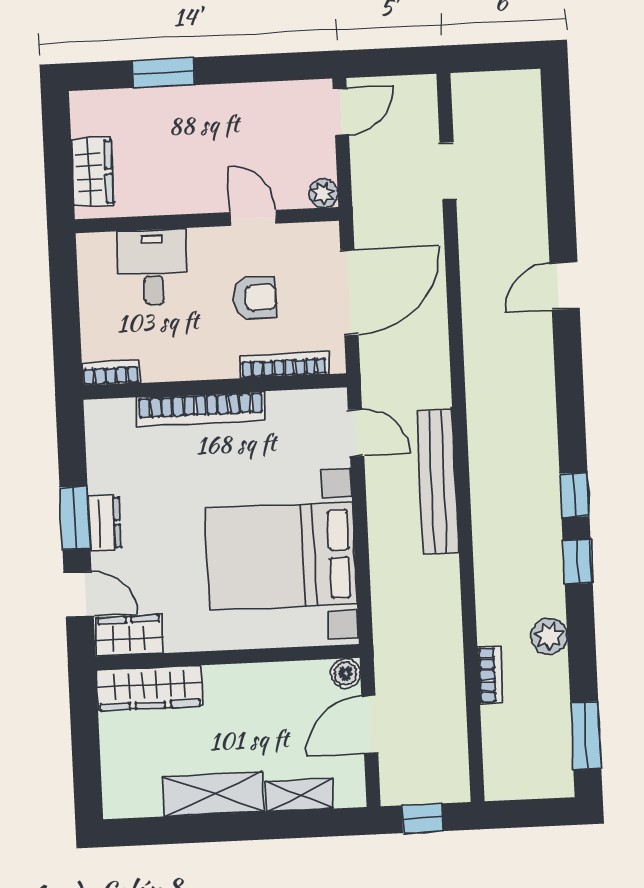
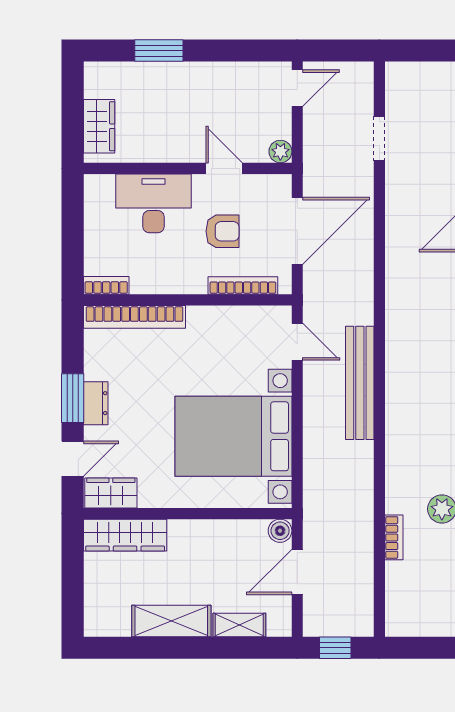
desk: (153, 267) -> (154, 203), width x1.37
bookcase: (201, 409) -> (134, 317), moved
door: (79, 594) -> (73, 459), hinge flipped

